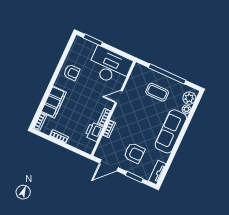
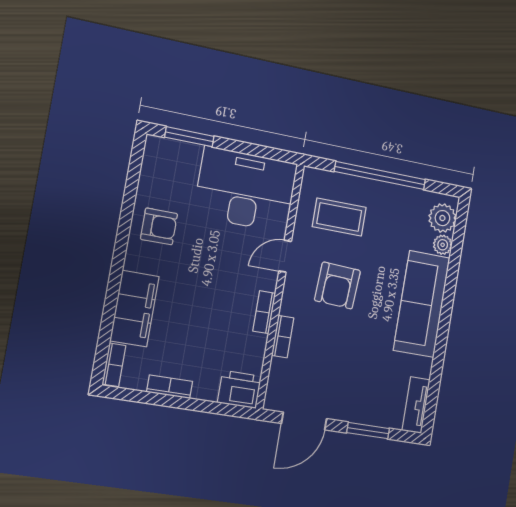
coffee table: (157, 92) -> (339, 217), moved
printer: (94, 132) -> (239, 389), moved, turned 90
armchair: (134, 153) -> (337, 285), moved, turned 92

